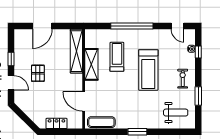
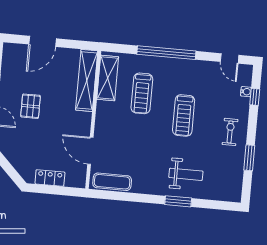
treadmill: (117, 57) -> (142, 93), turned 180
shelving: (91, 64) -> (108, 78), moved
treadmill: (148, 70) -> (184, 115), width x0.73, depth x0.73
weight bench: (176, 113) -> (186, 174), moved
window: (137, 132) -> (178, 201), moved

